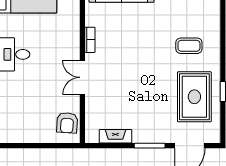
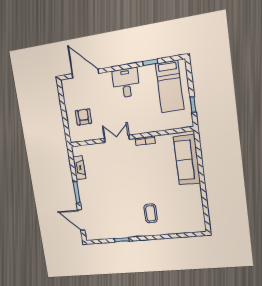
rug: (194, 97) -> (115, 220), removed
armchair: (67, 123) -> (83, 117), moved, turned 86

